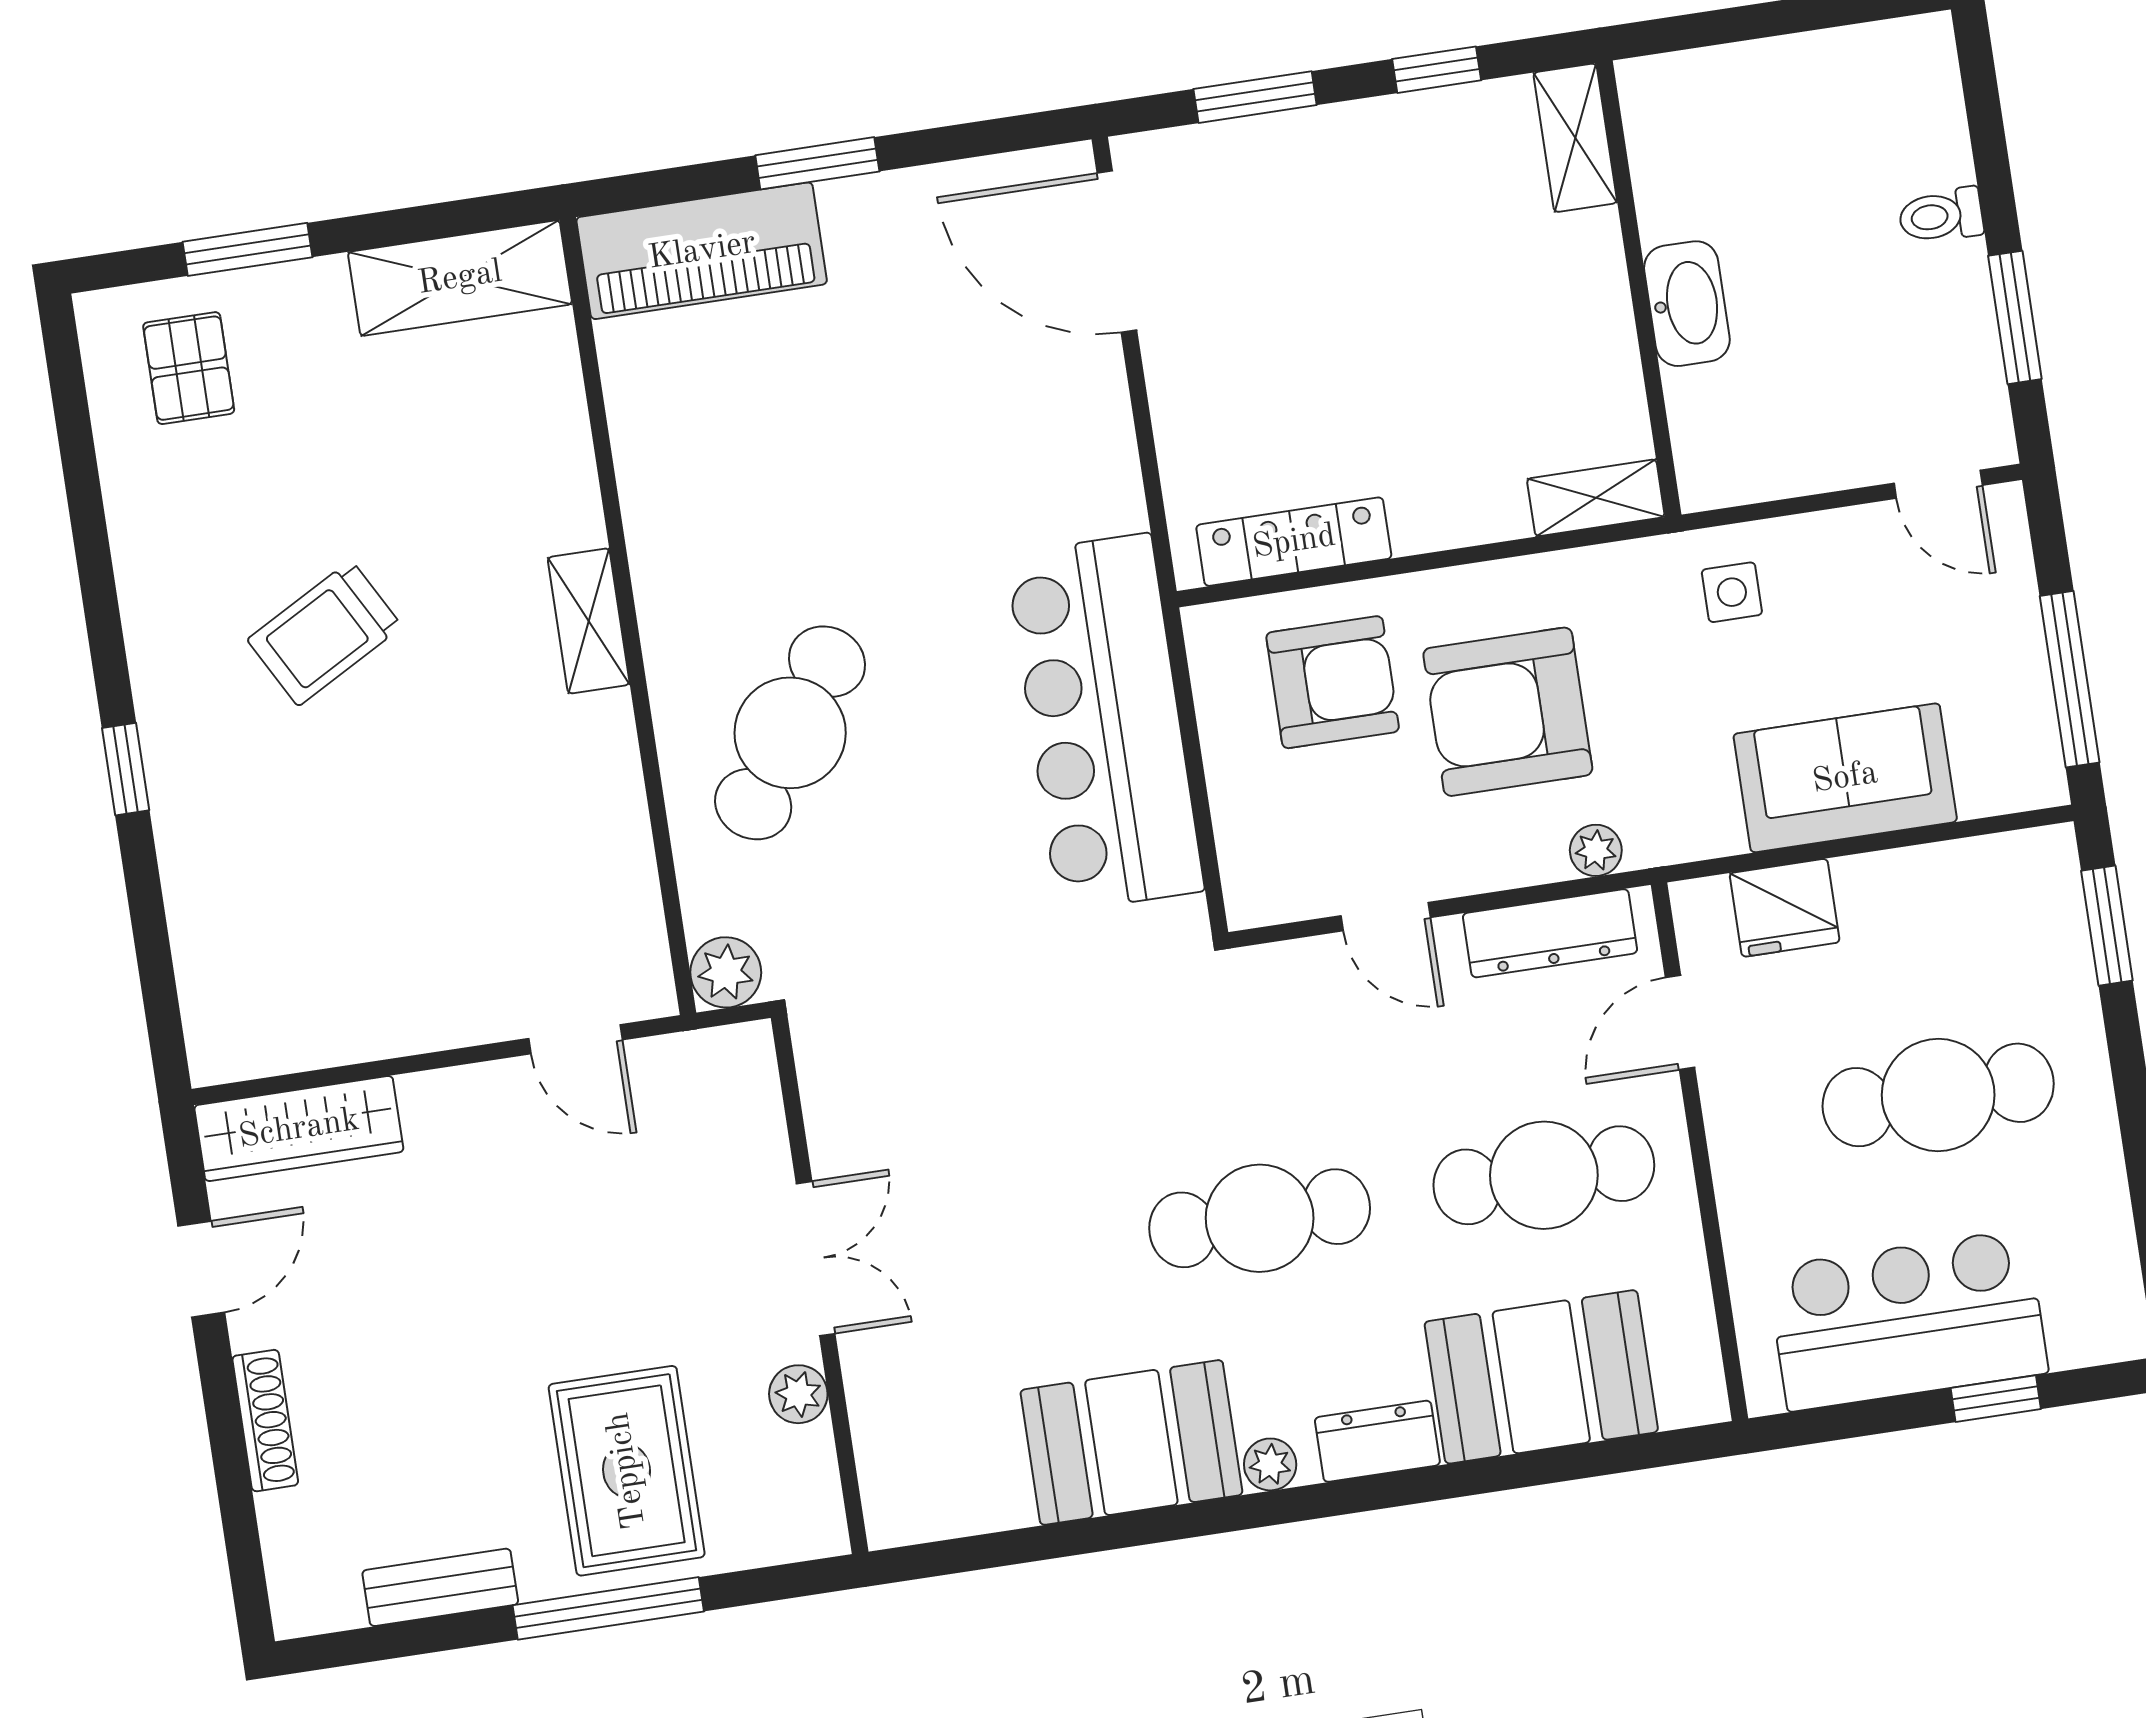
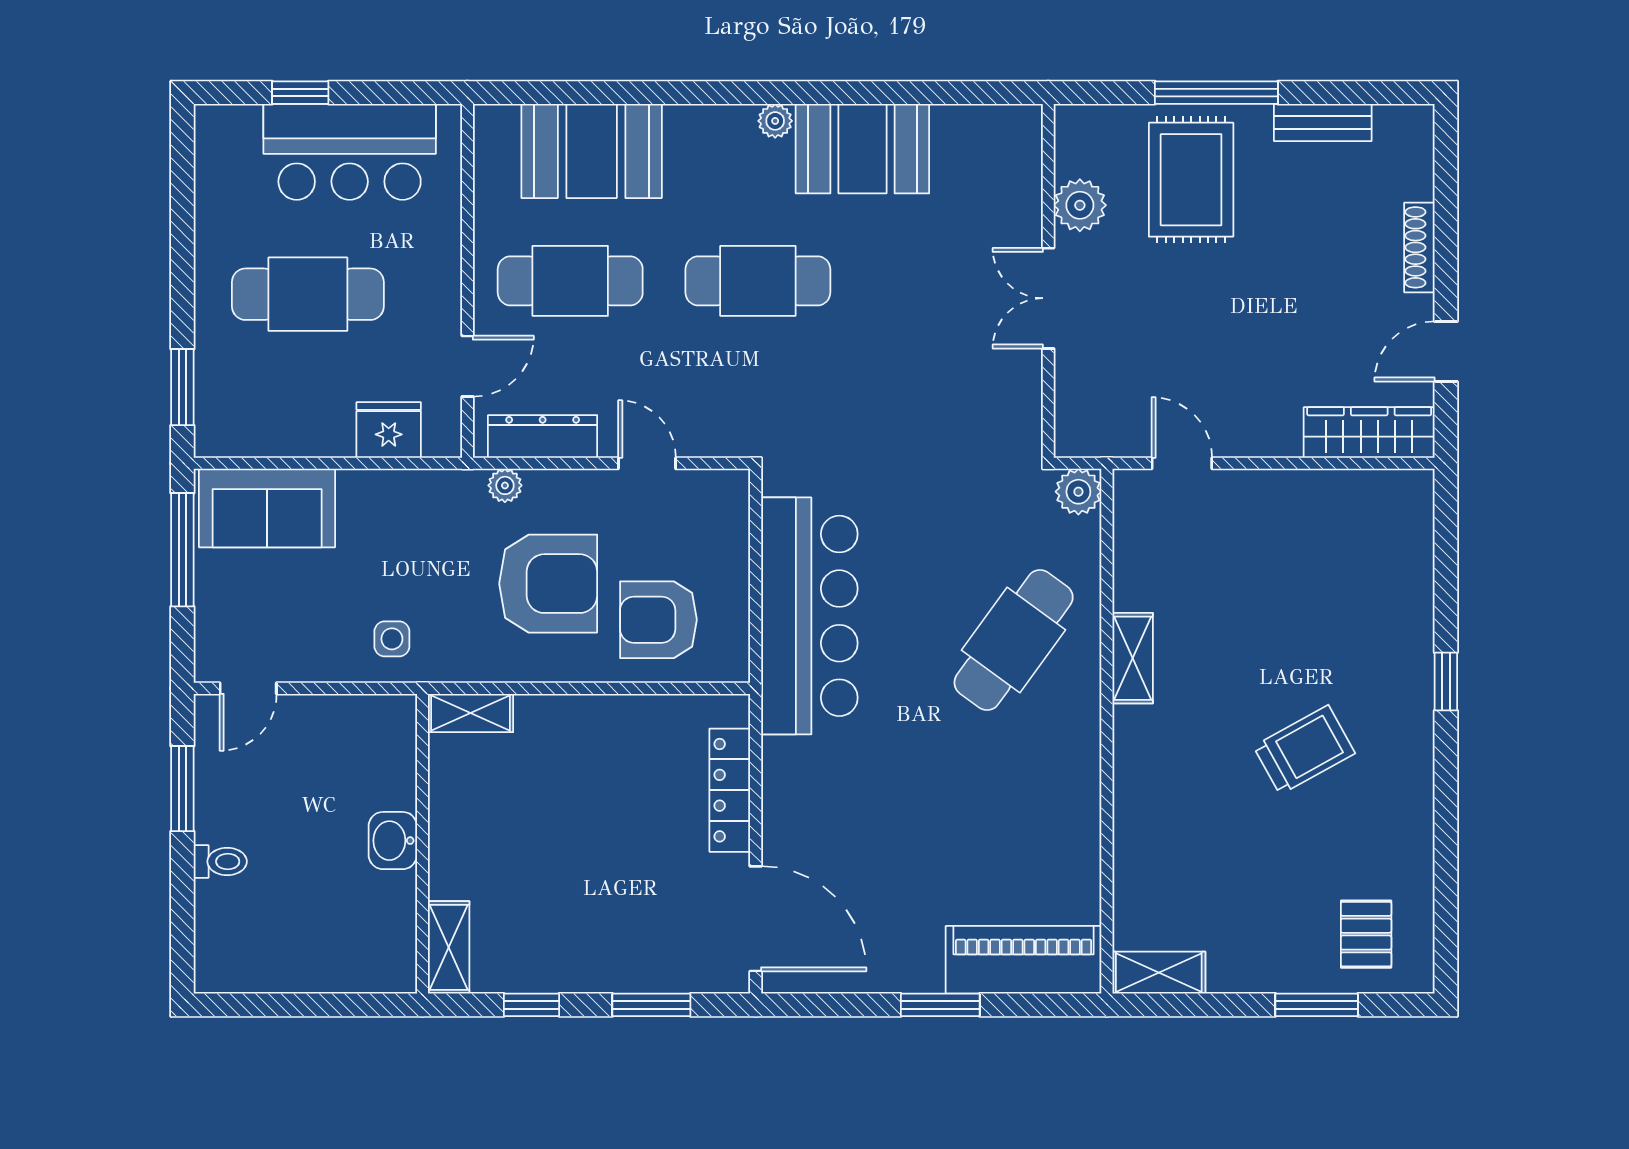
shelving: (460, 278) -> (1159, 973), width x0.67, depth x0.75
washbasin: (1687, 304) -> (393, 841), width x0.72
door: (1938, 484) -> (248, 688), swing flipped
locker: (1294, 542) -> (730, 790), moved, turned 90
shelving: (589, 621) -> (1133, 658), moved
sofa: (1845, 778) -> (267, 508), moved
plant: (798, 1394) -> (1080, 205), width x1.38, depth x1.38
dresser: (1377, 1441) -> (704, 125), removed

